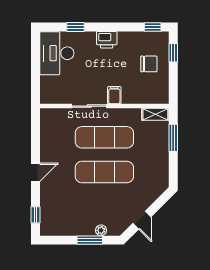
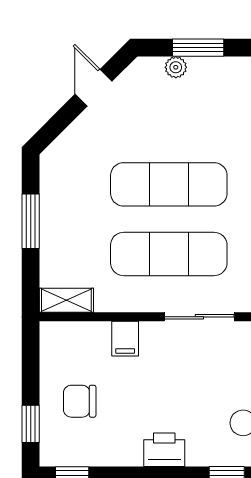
filing cabinet: (114, 95) -> (125, 339), moved
window: (173, 138) -> (31, 221), moved

